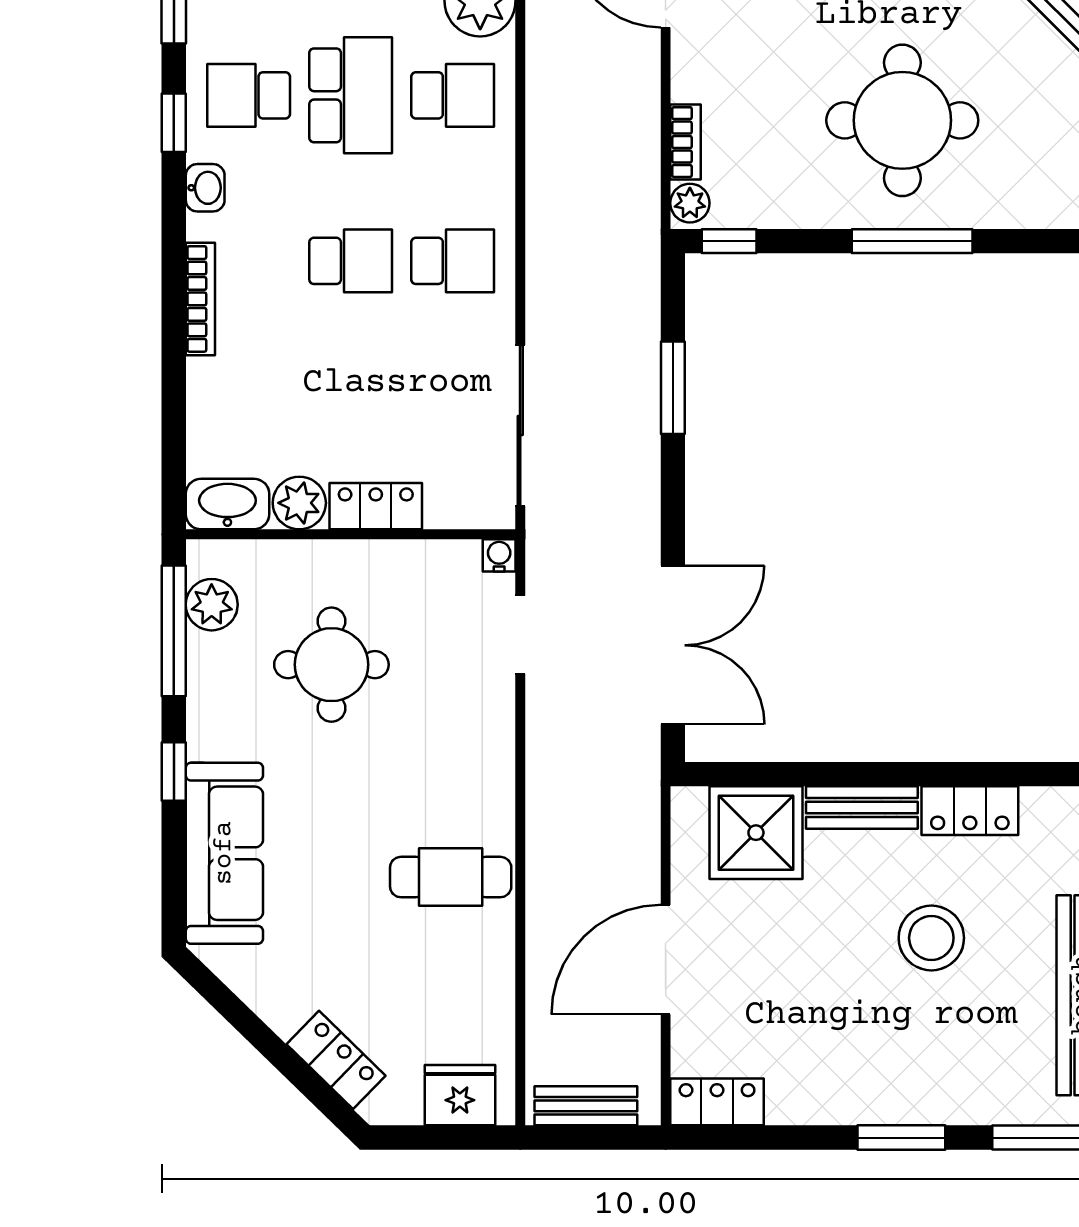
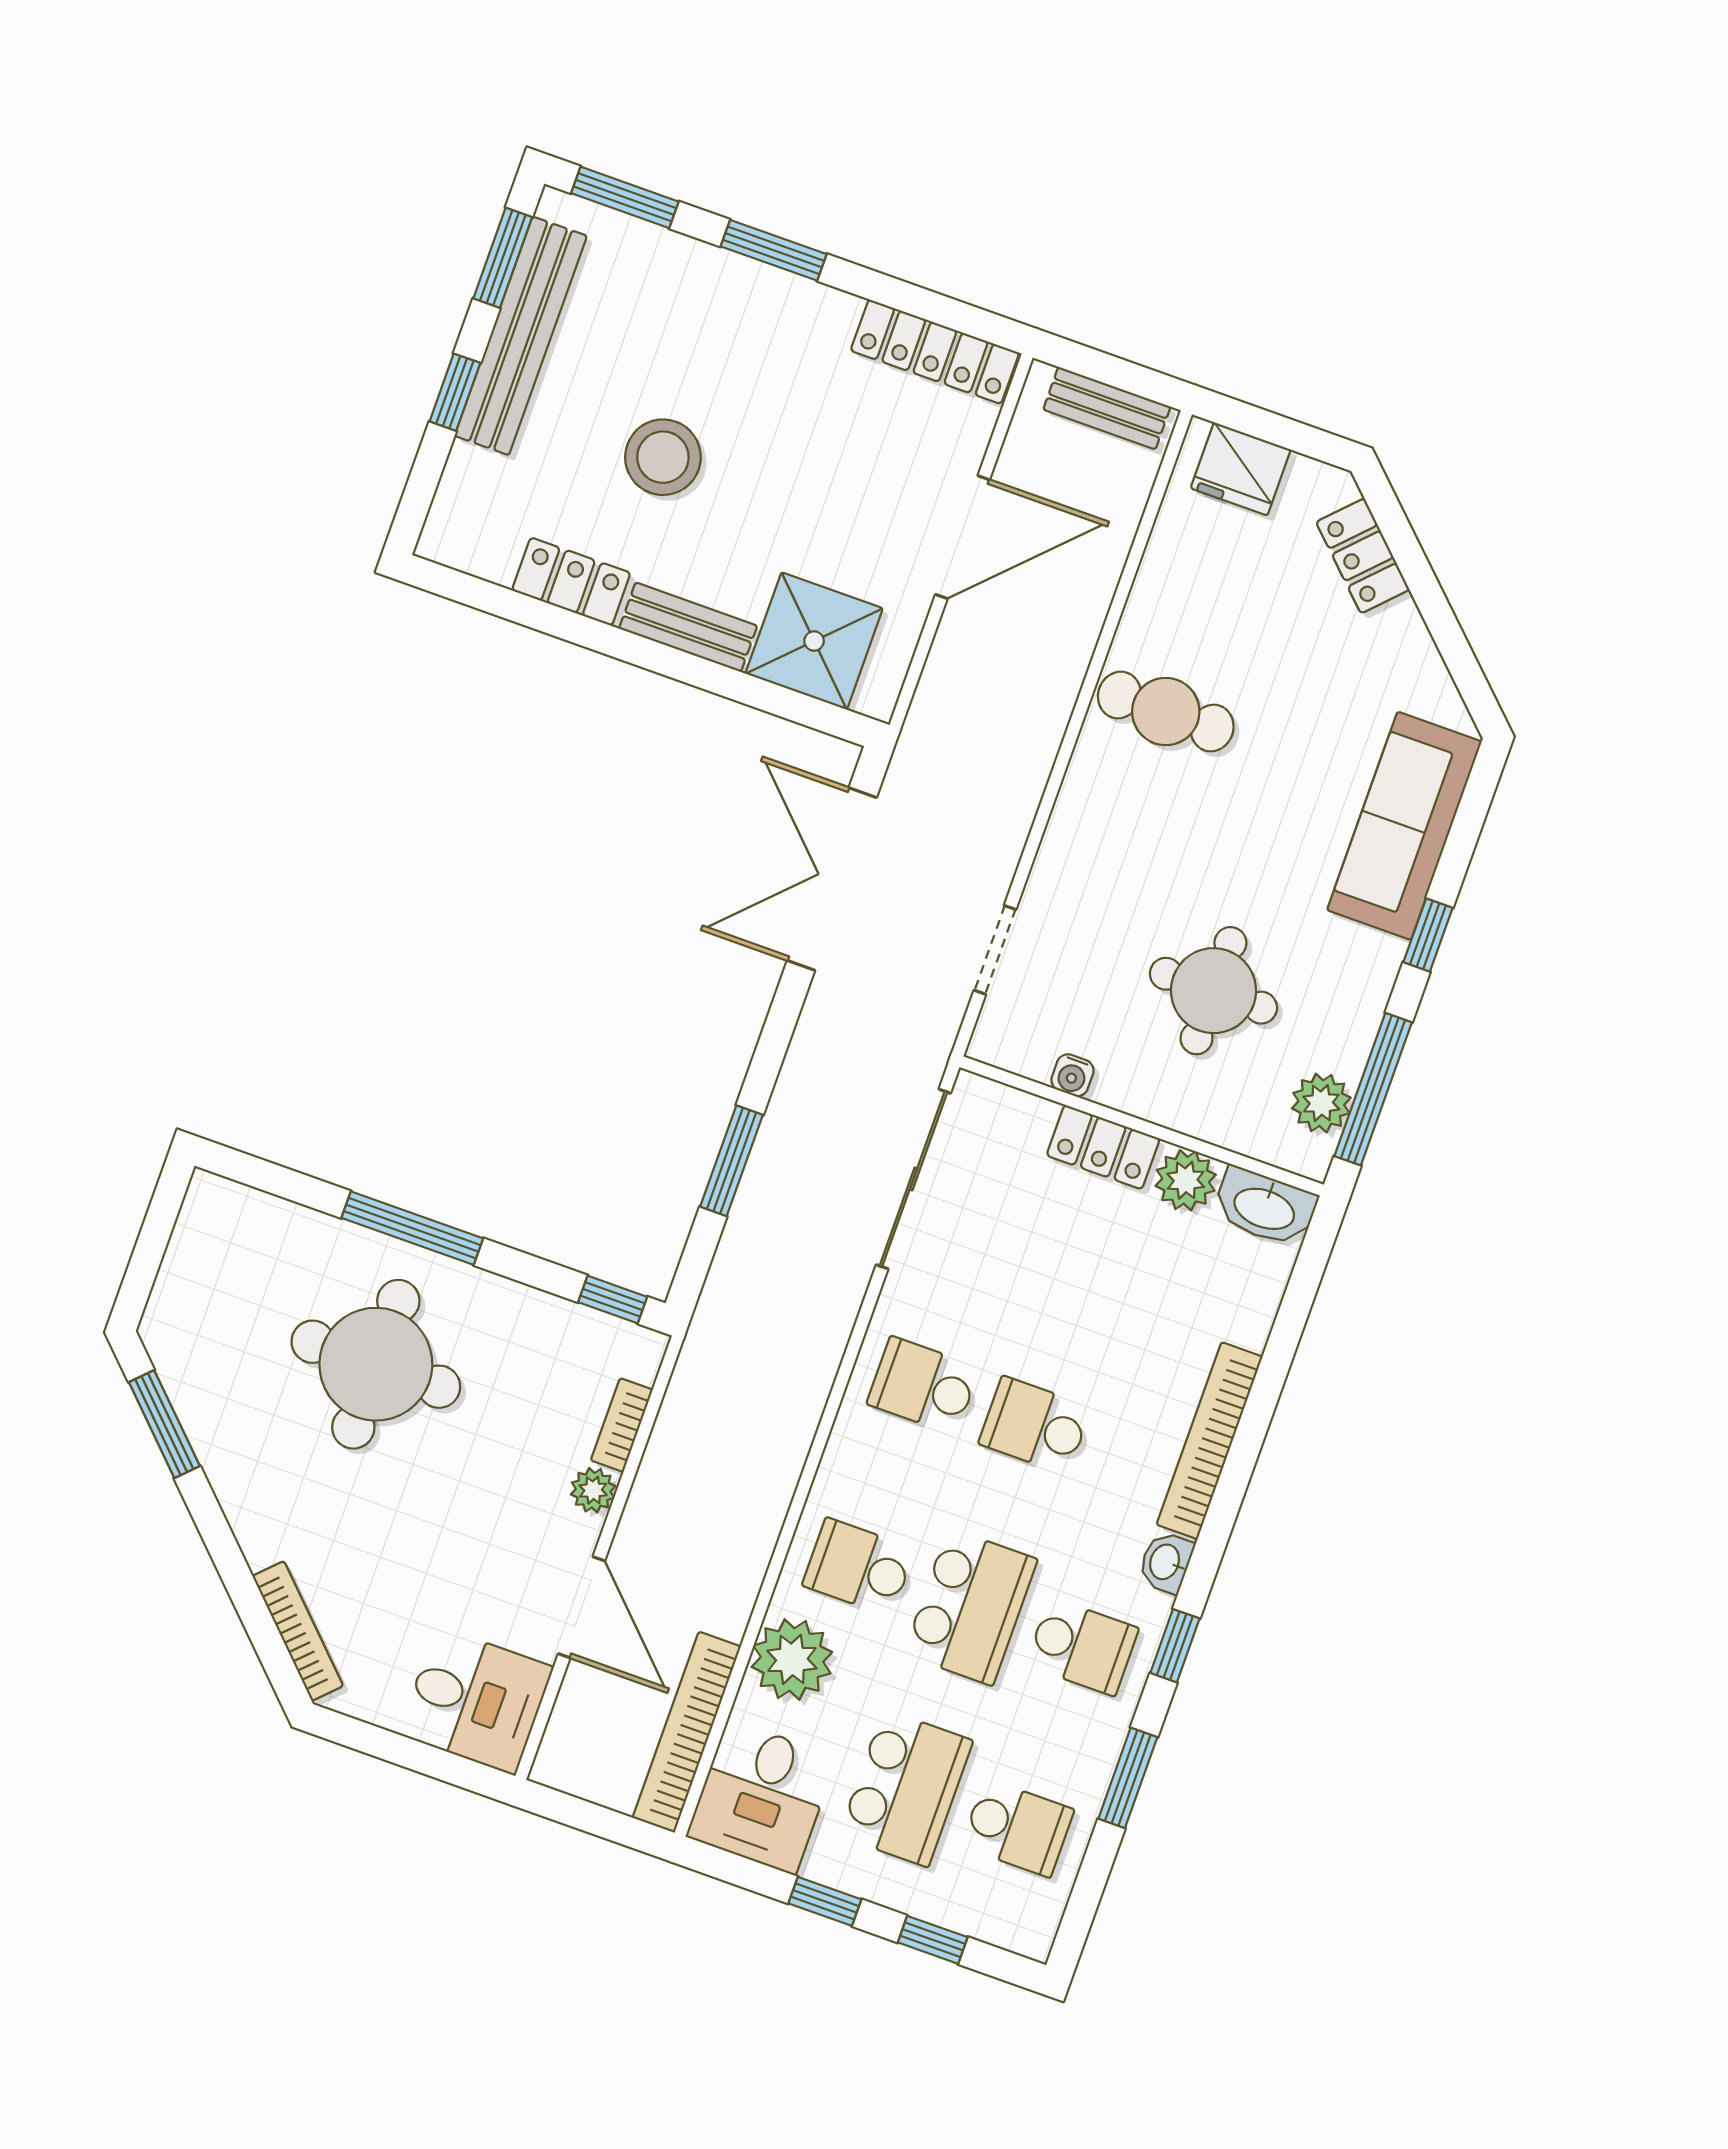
school desk: (351, 95) -> (970, 1607), turned 180
plant: (690, 203) -> (593, 1490), moved
bookcase: (200, 299) -> (1210, 1441), width x1.48, depth x1.31
water cooler: (499, 555) -> (1072, 1075), moved
locker: (717, 1102) -> (935, 352), width x1.53

